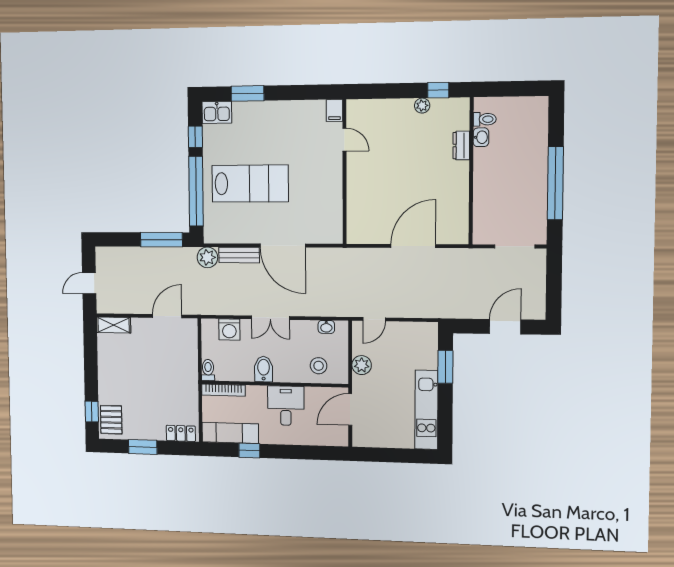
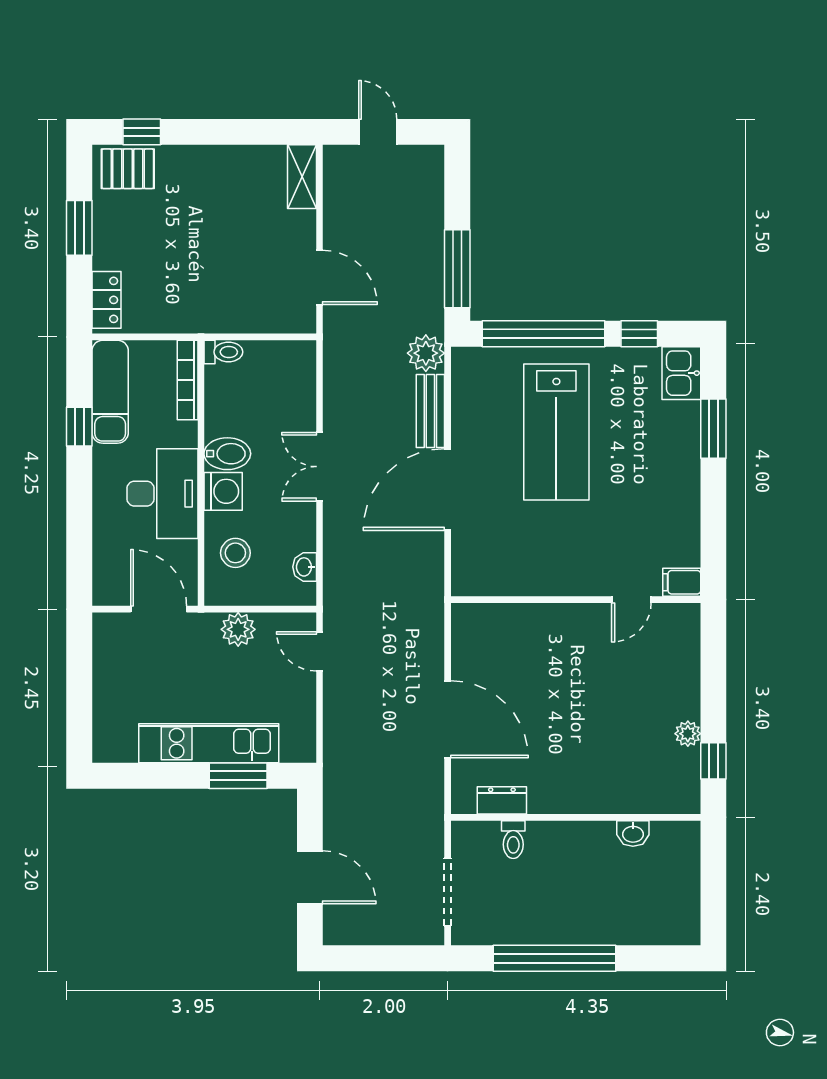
toilet: (485, 119) -> (513, 840), moved
dresser: (461, 145) -> (502, 800), moved
washing machine: (229, 329) -> (223, 491), moved, turned 180
desk: (286, 406) -> (162, 494), width x1.37
kitchen unit: (426, 410) -> (209, 743), moved

